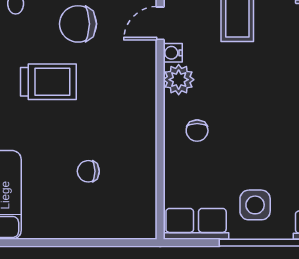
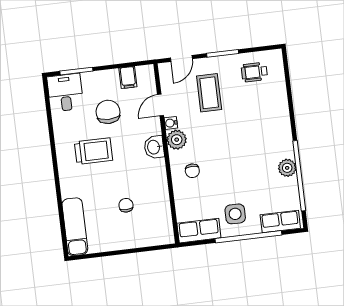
chair: (78, 24) -> (108, 112), turned 90
washbasin: (142, 87) -> (154, 147), added
chair: (88, 171) -> (126, 205), turned 90

